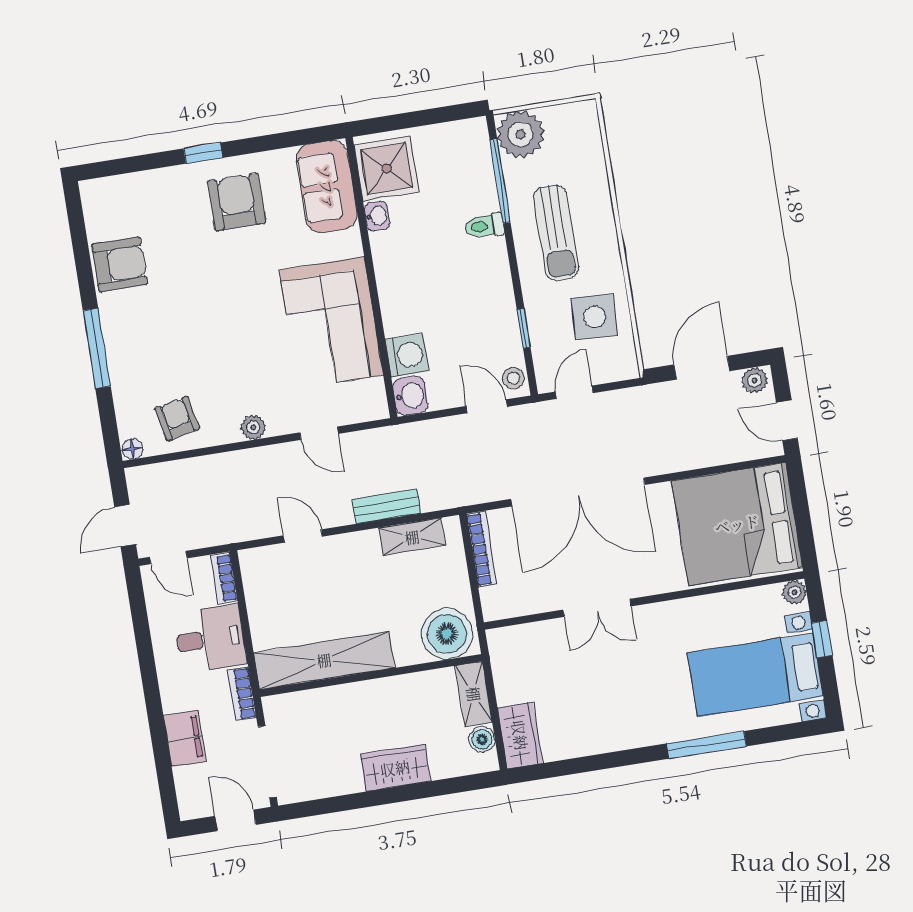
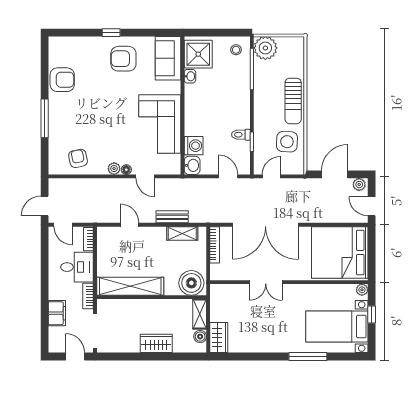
armchair: (237, 202) -> (123, 59), turned -90
toilet: (484, 226) -> (241, 135), moved
sun lounger: (556, 233) -> (293, 101), moved
stool: (513, 378) -> (236, 50), moved
floor lamp: (133, 449) -> (126, 170), moved

